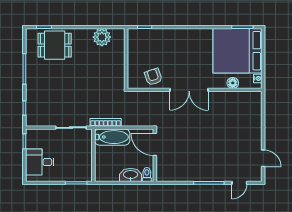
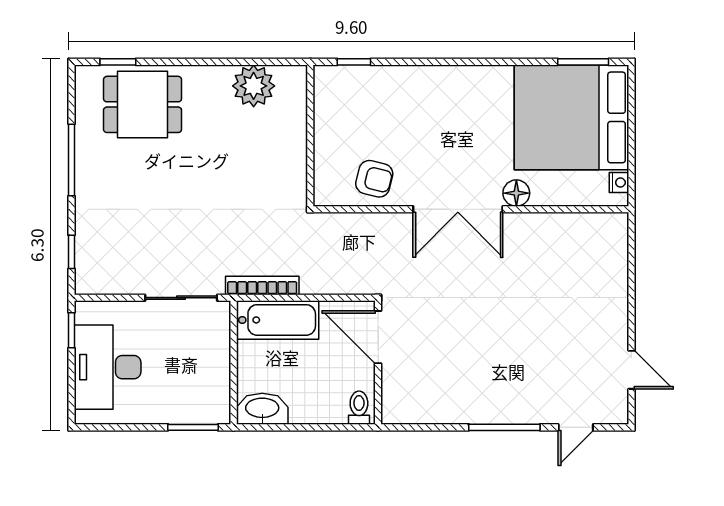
armchair: (153, 77) -> (374, 179), turned 123
floor lamp: (233, 83) -> (516, 193), moved
desk: (40, 162) -> (108, 367), width x1.37
washbasin: (131, 175) -> (262, 409), moved

